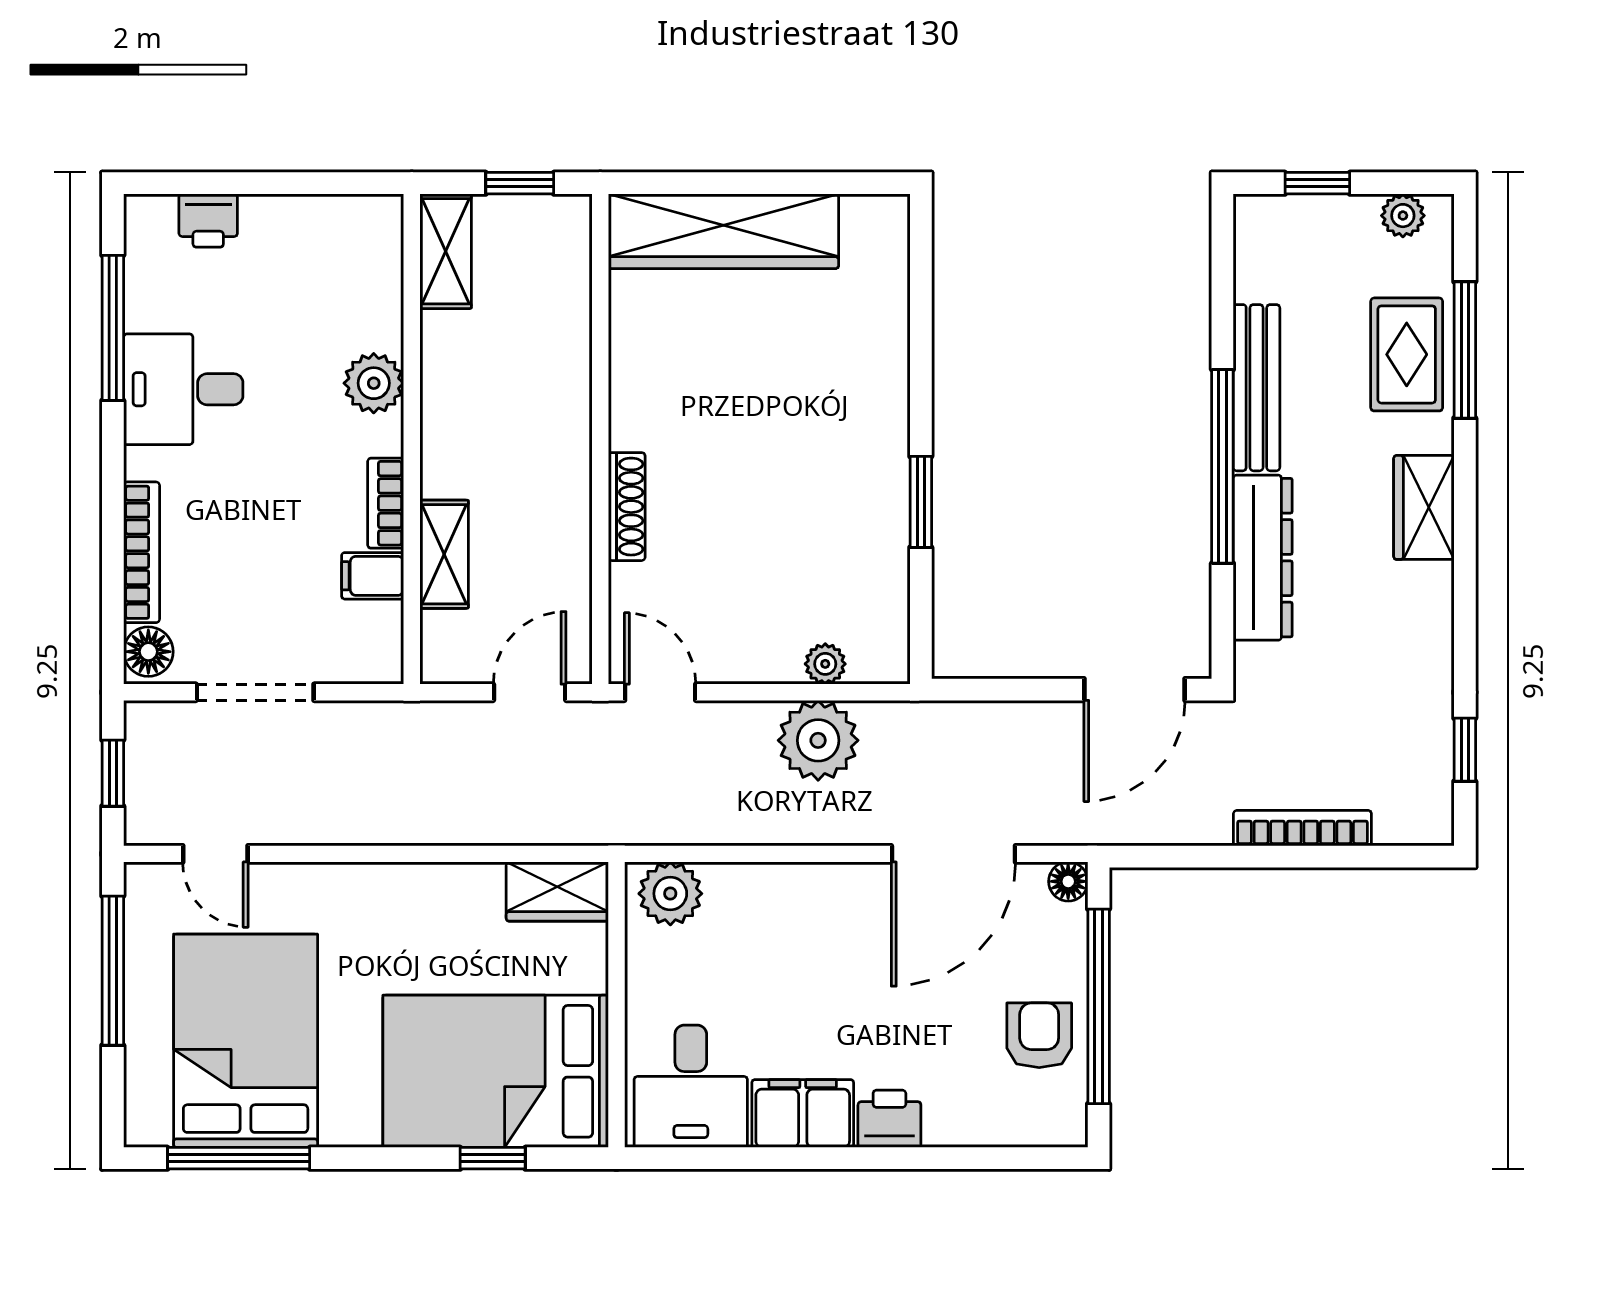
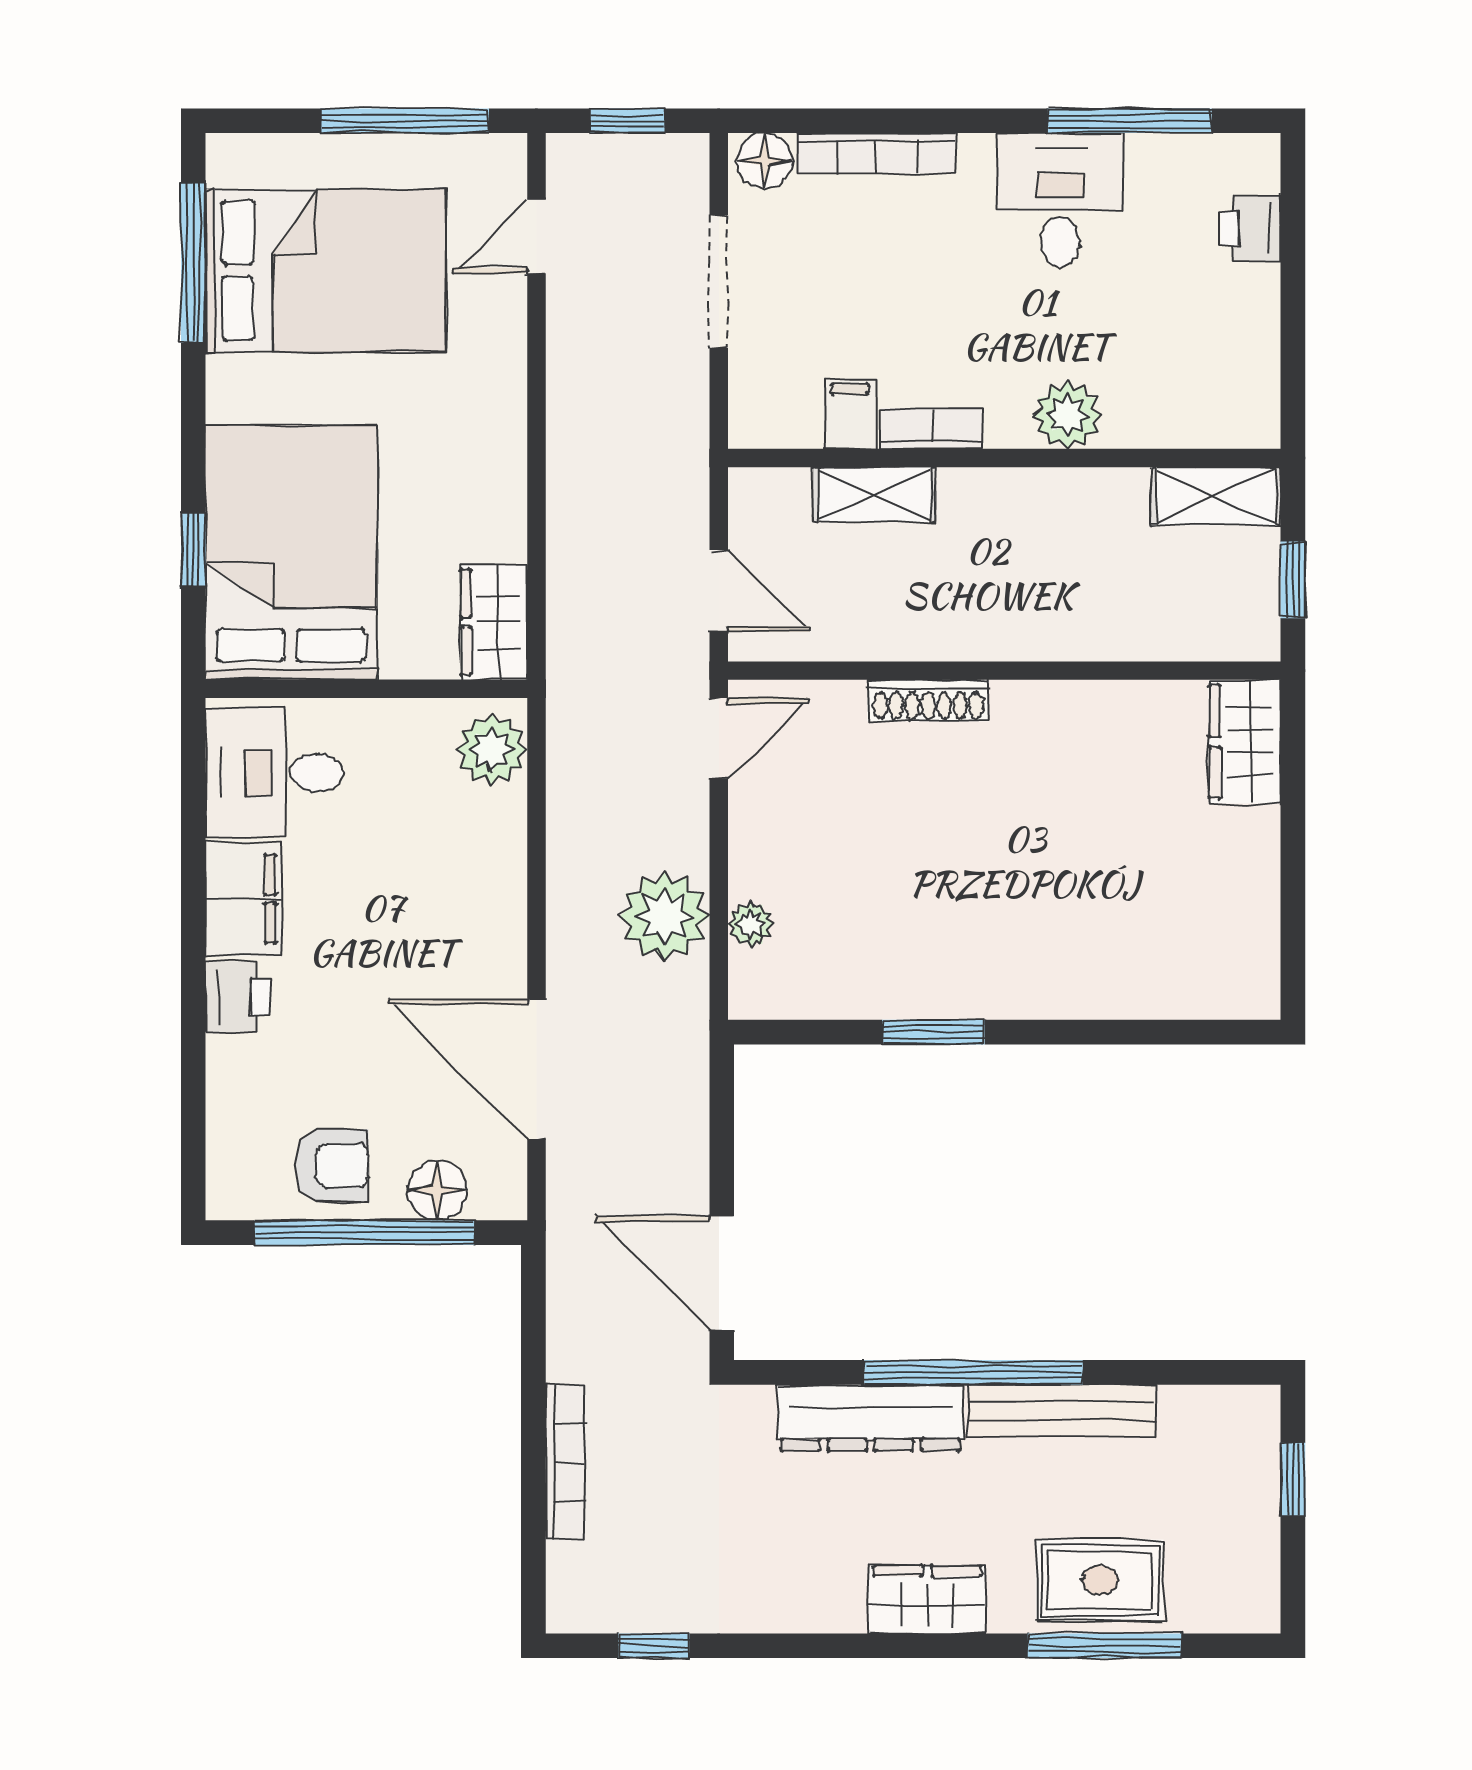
plant: (1403, 216) -> (1256, 1576), removed
wardrobe: (724, 231) -> (1245, 742), width x0.48, depth x0.85
floor lamp: (1068, 881) -> (437, 1190), moved, width x1.37, depth x1.37

